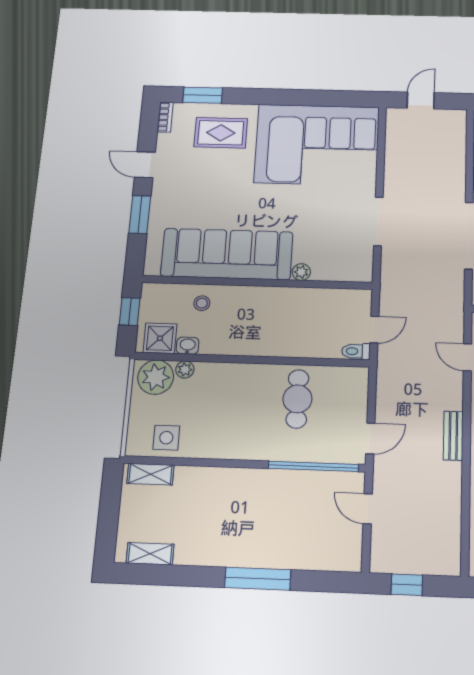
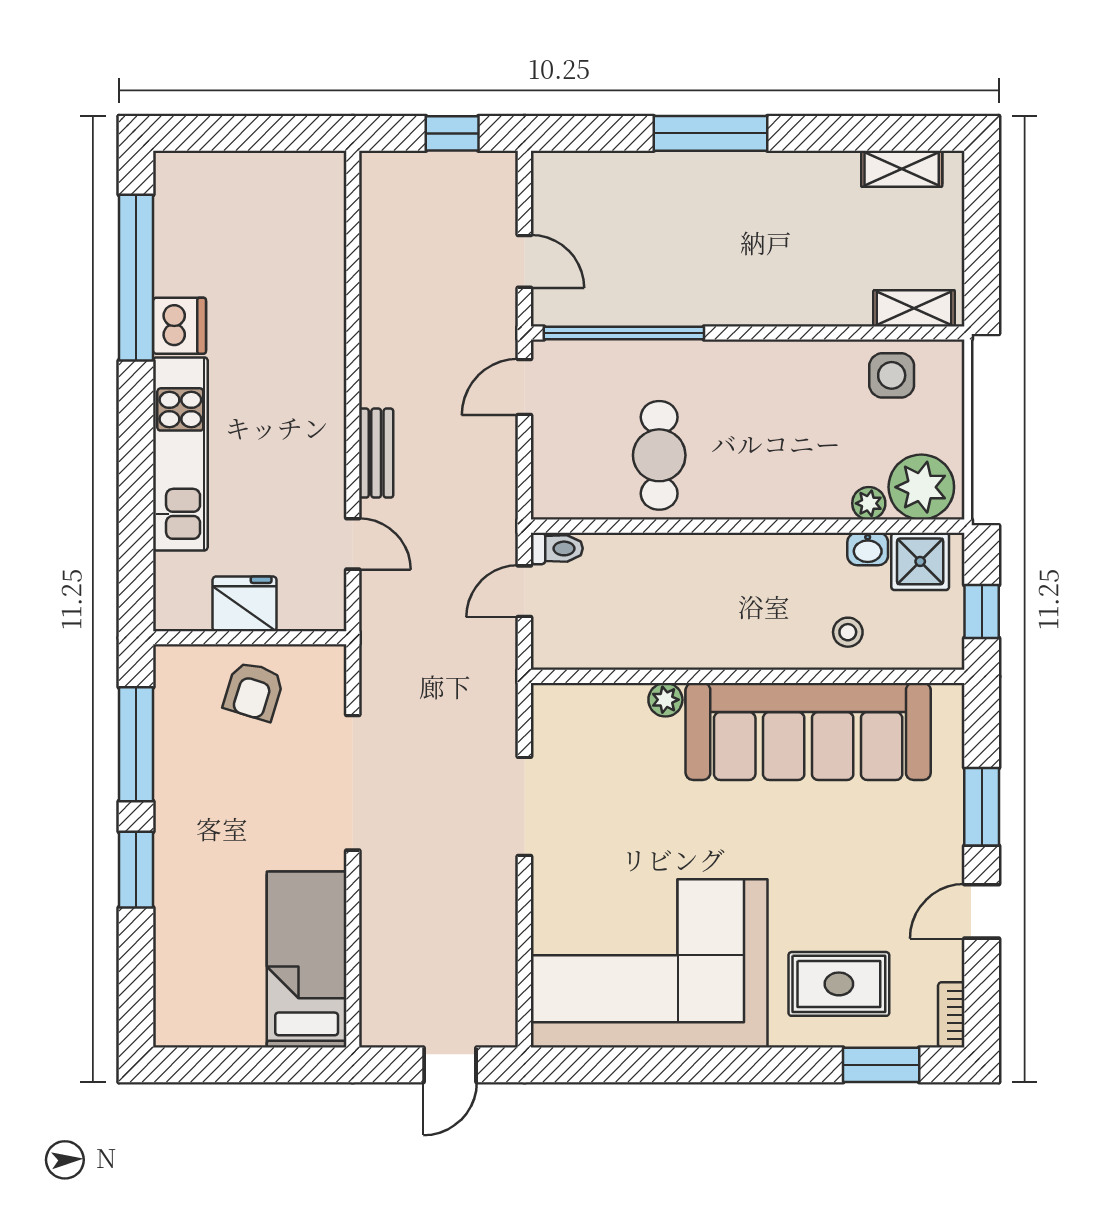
door: (145, 165) -> (982, 911), swing flipped
bench: (453, 436) -> (376, 453), moved

